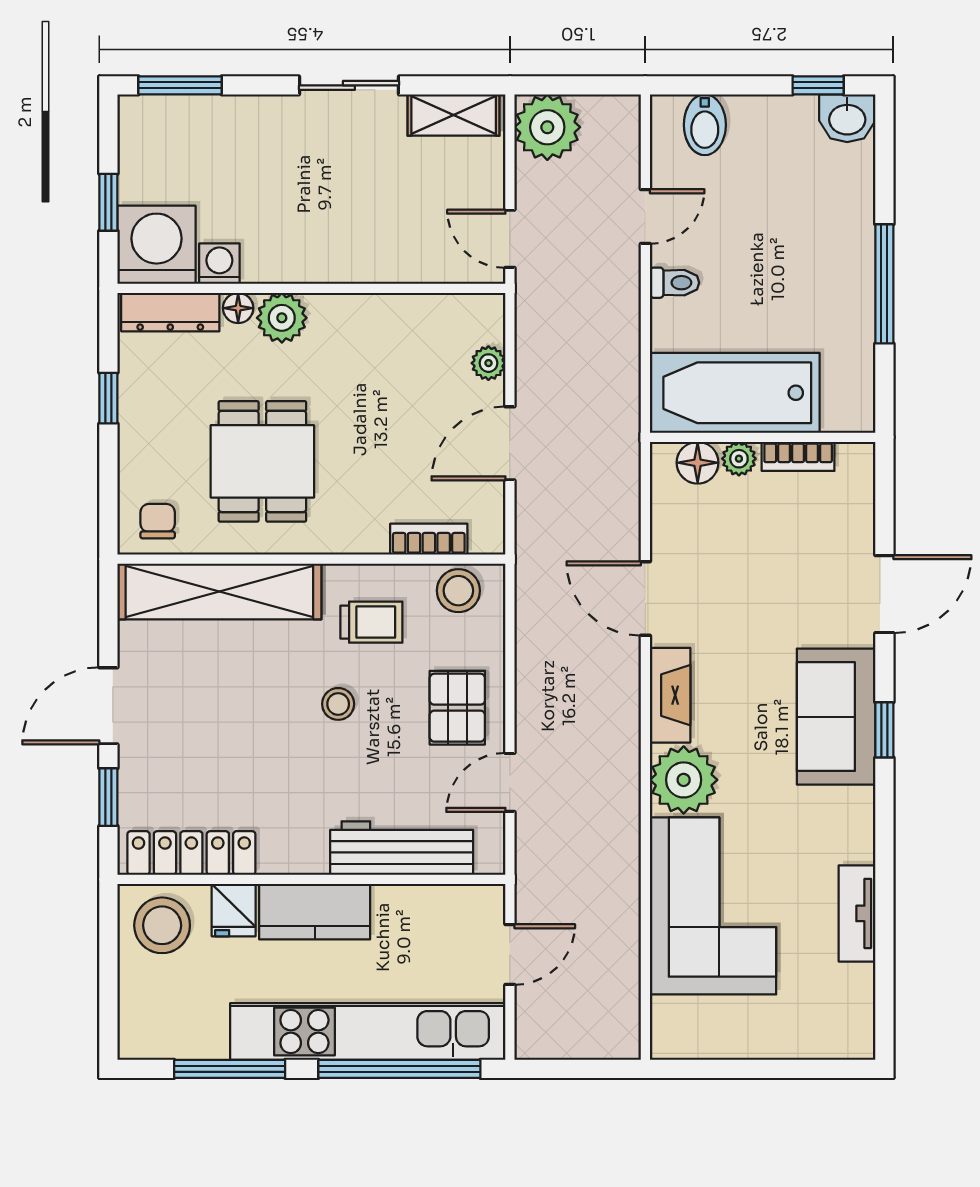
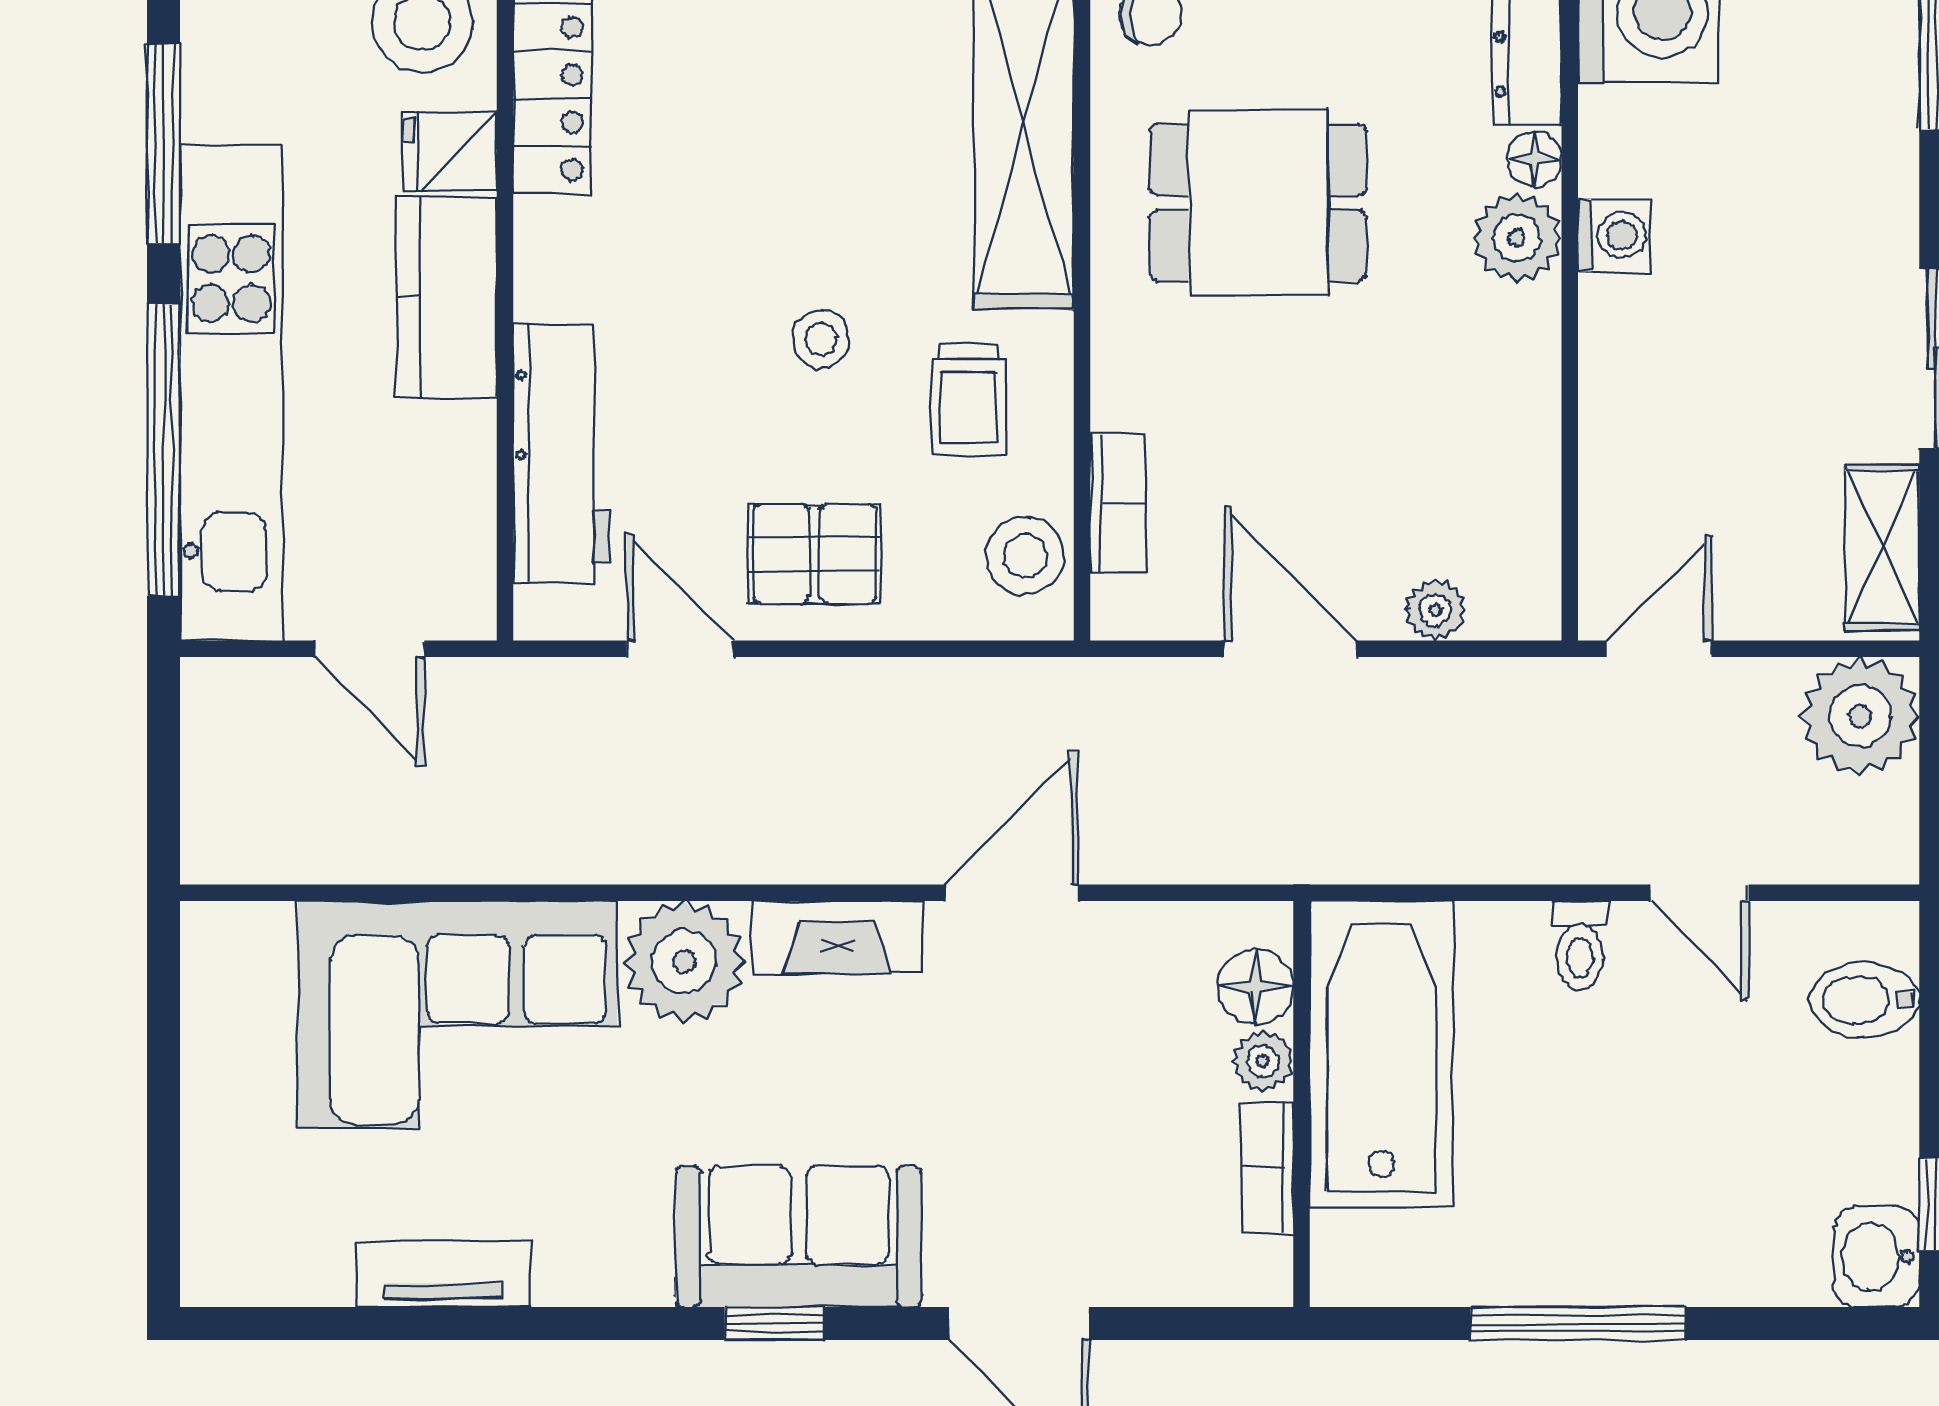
washing machine: (219, 264) -> (1614, 235), moved

